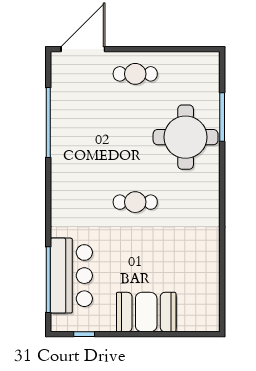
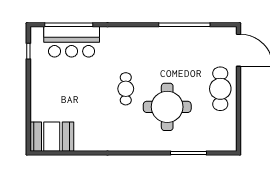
cafe table: (135, 74) -> (220, 89), width x1.37, depth x1.35
round table: (186, 137) -> (167, 107), moved
booth: (146, 312) -> (52, 137), moved, turned 90

